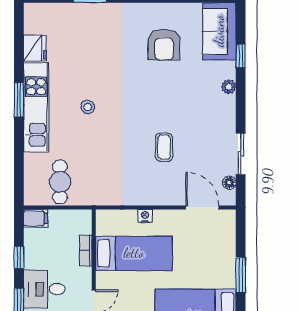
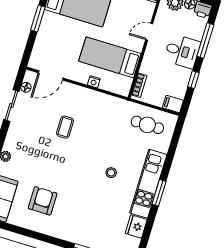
cafe table: (60, 182) -> (147, 125), turned 90
door: (202, 207) -> (51, 75), hinge flipped
bookcase: (86, 250) -> (139, 85), moved

